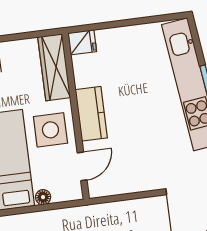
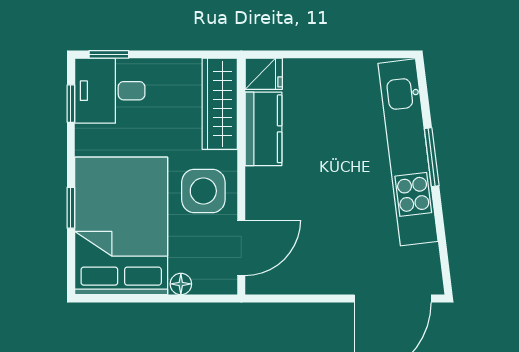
kitchen counter: (91, 114) -> (263, 129), moved
door: (82, 166) -> (241, 248), width x1.38

